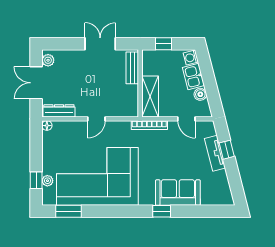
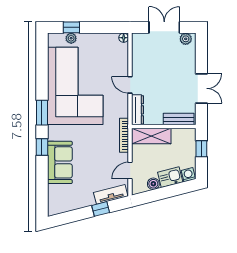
dresser: (59, 111) -> (138, 110), moved
tv unit: (215, 153) -> (111, 194), moved
window: (69, 211) -> (42, 113), moved

